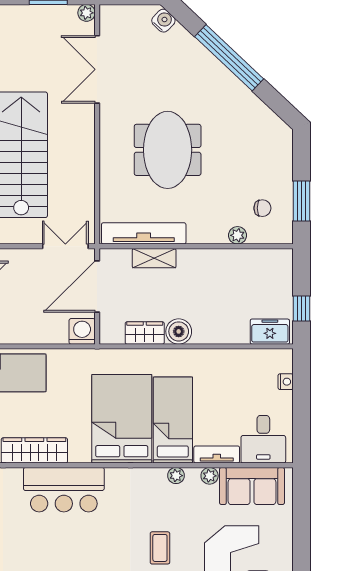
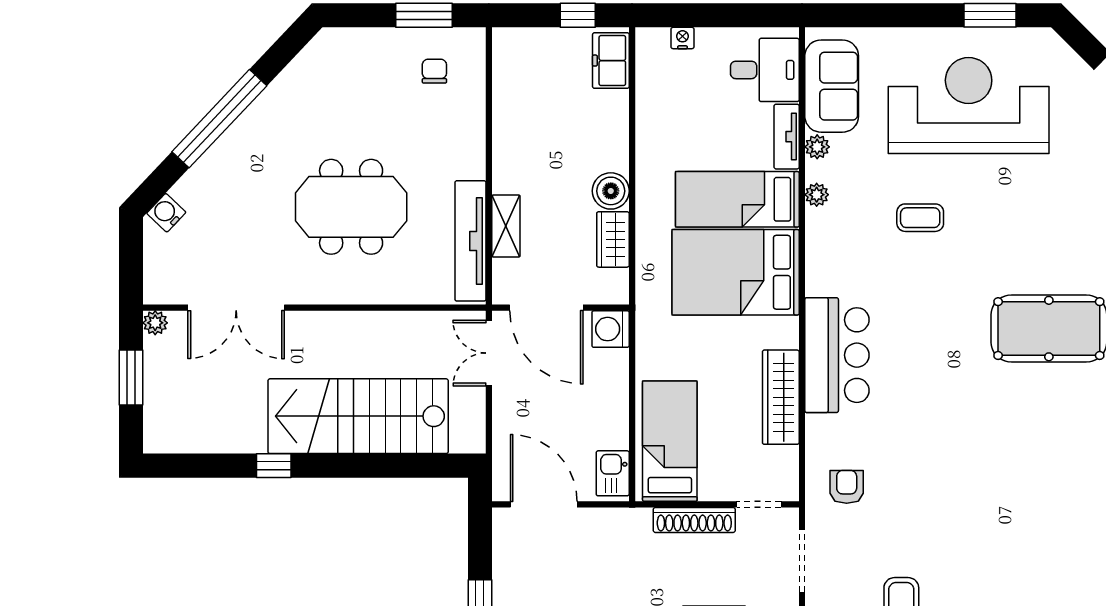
plant: (238, 235) -> (473, 107), removed

